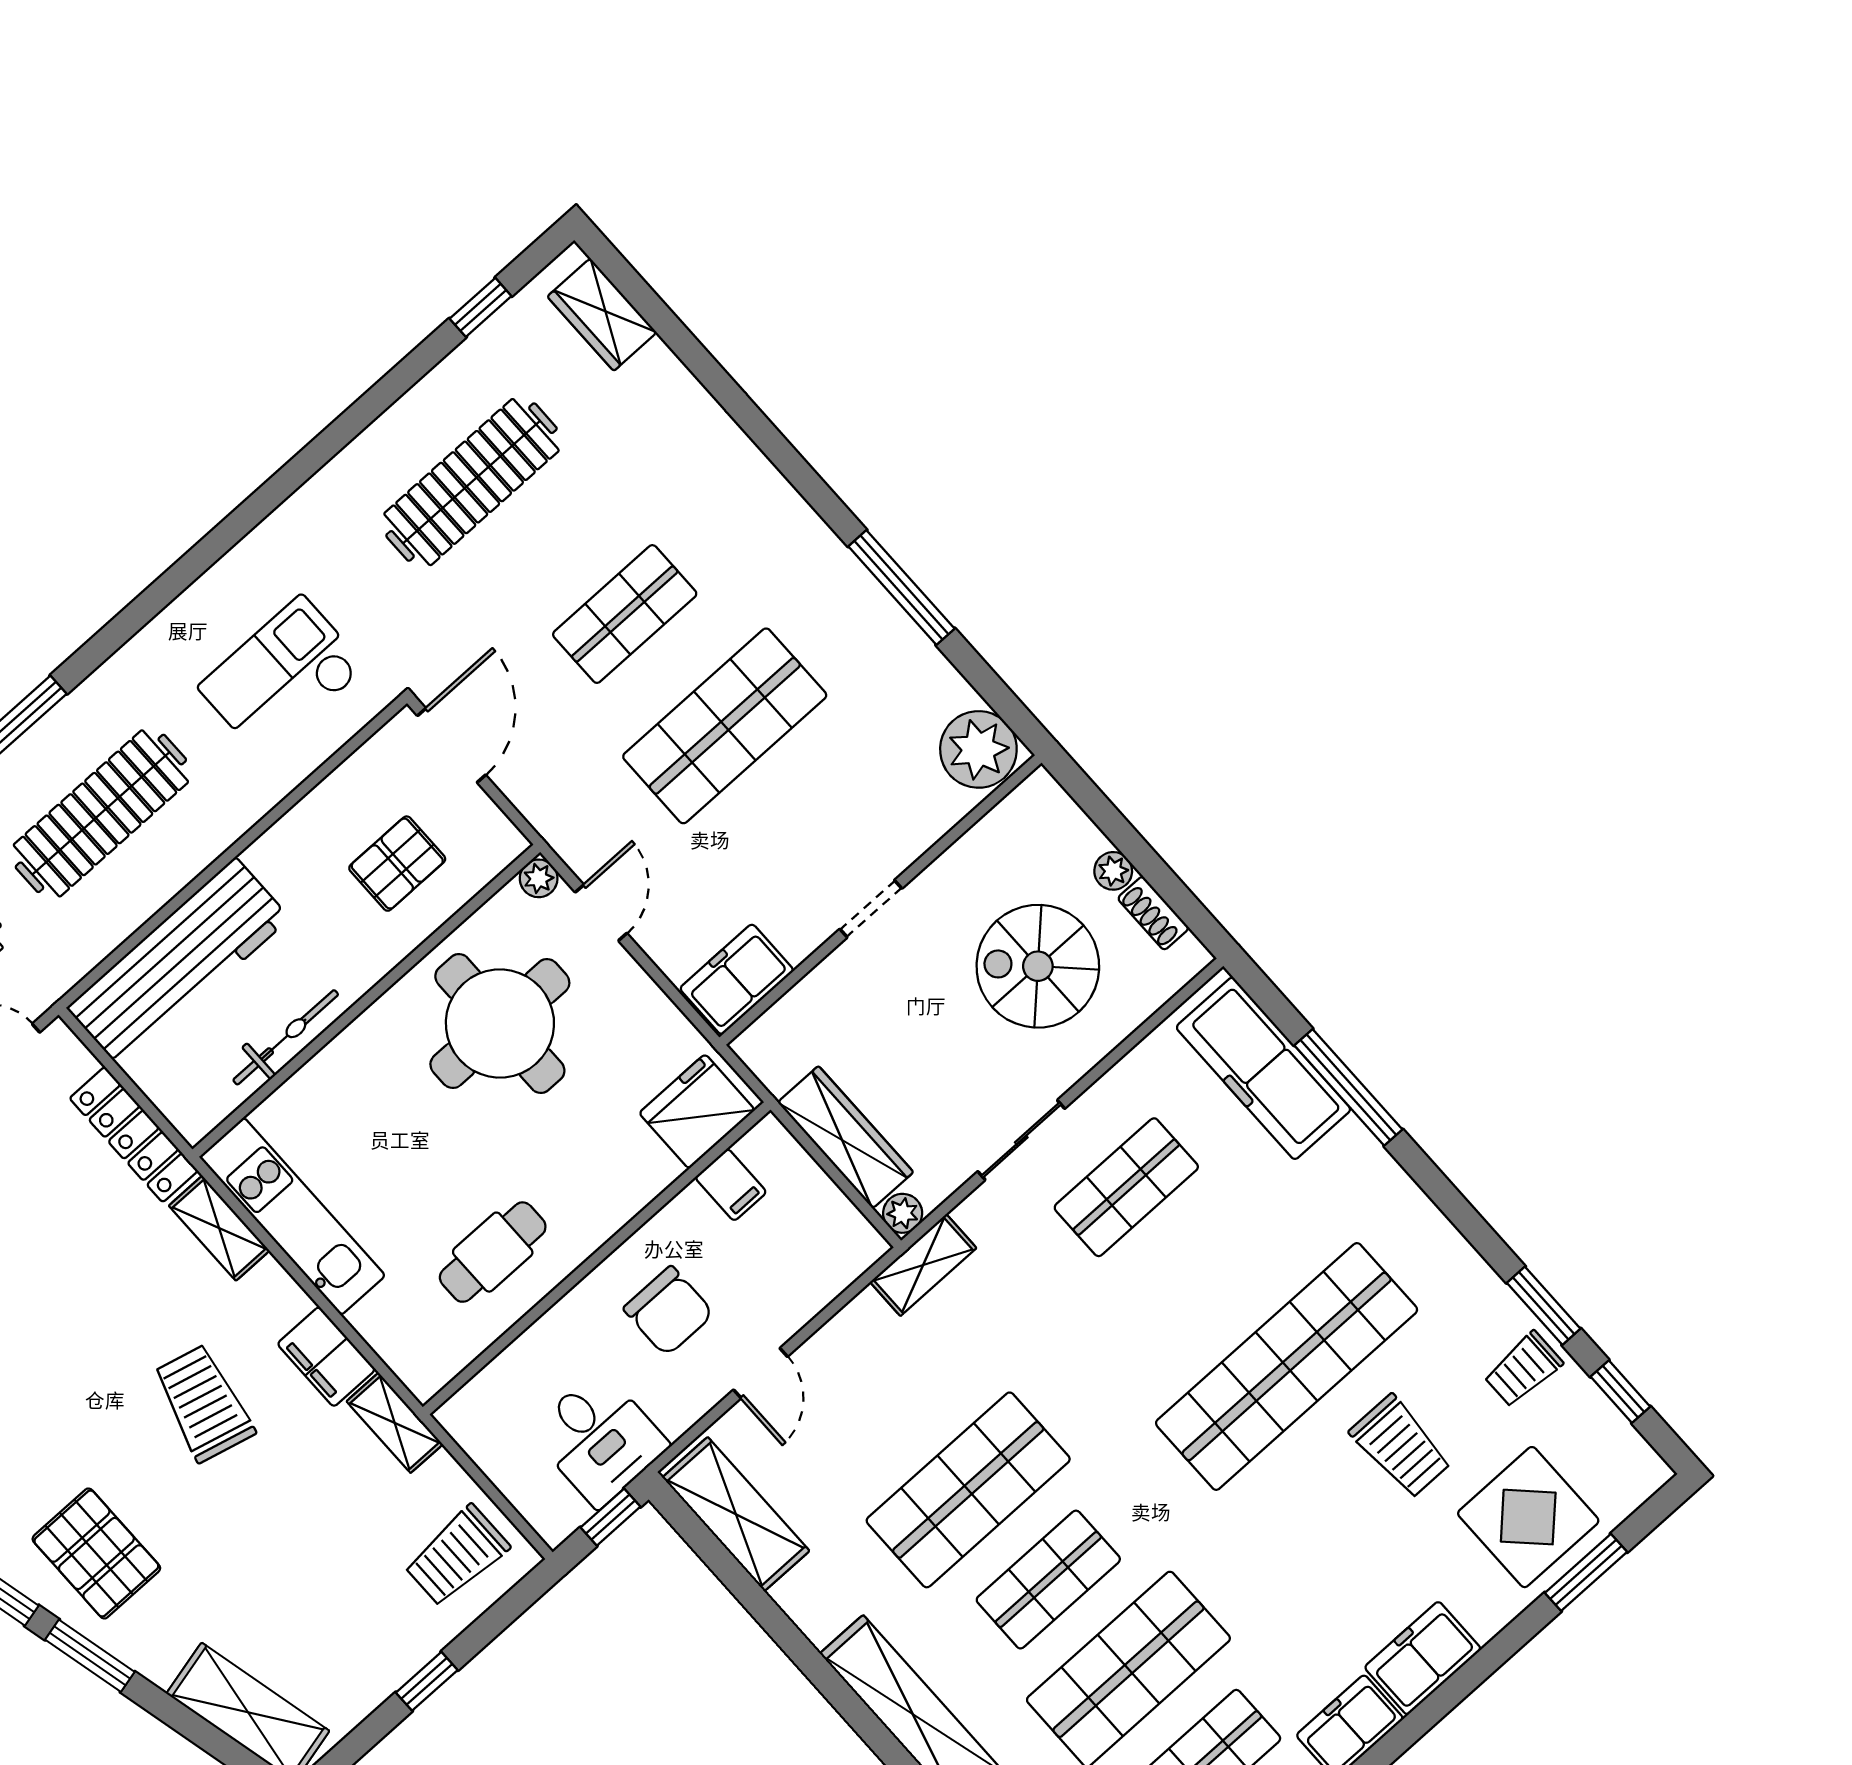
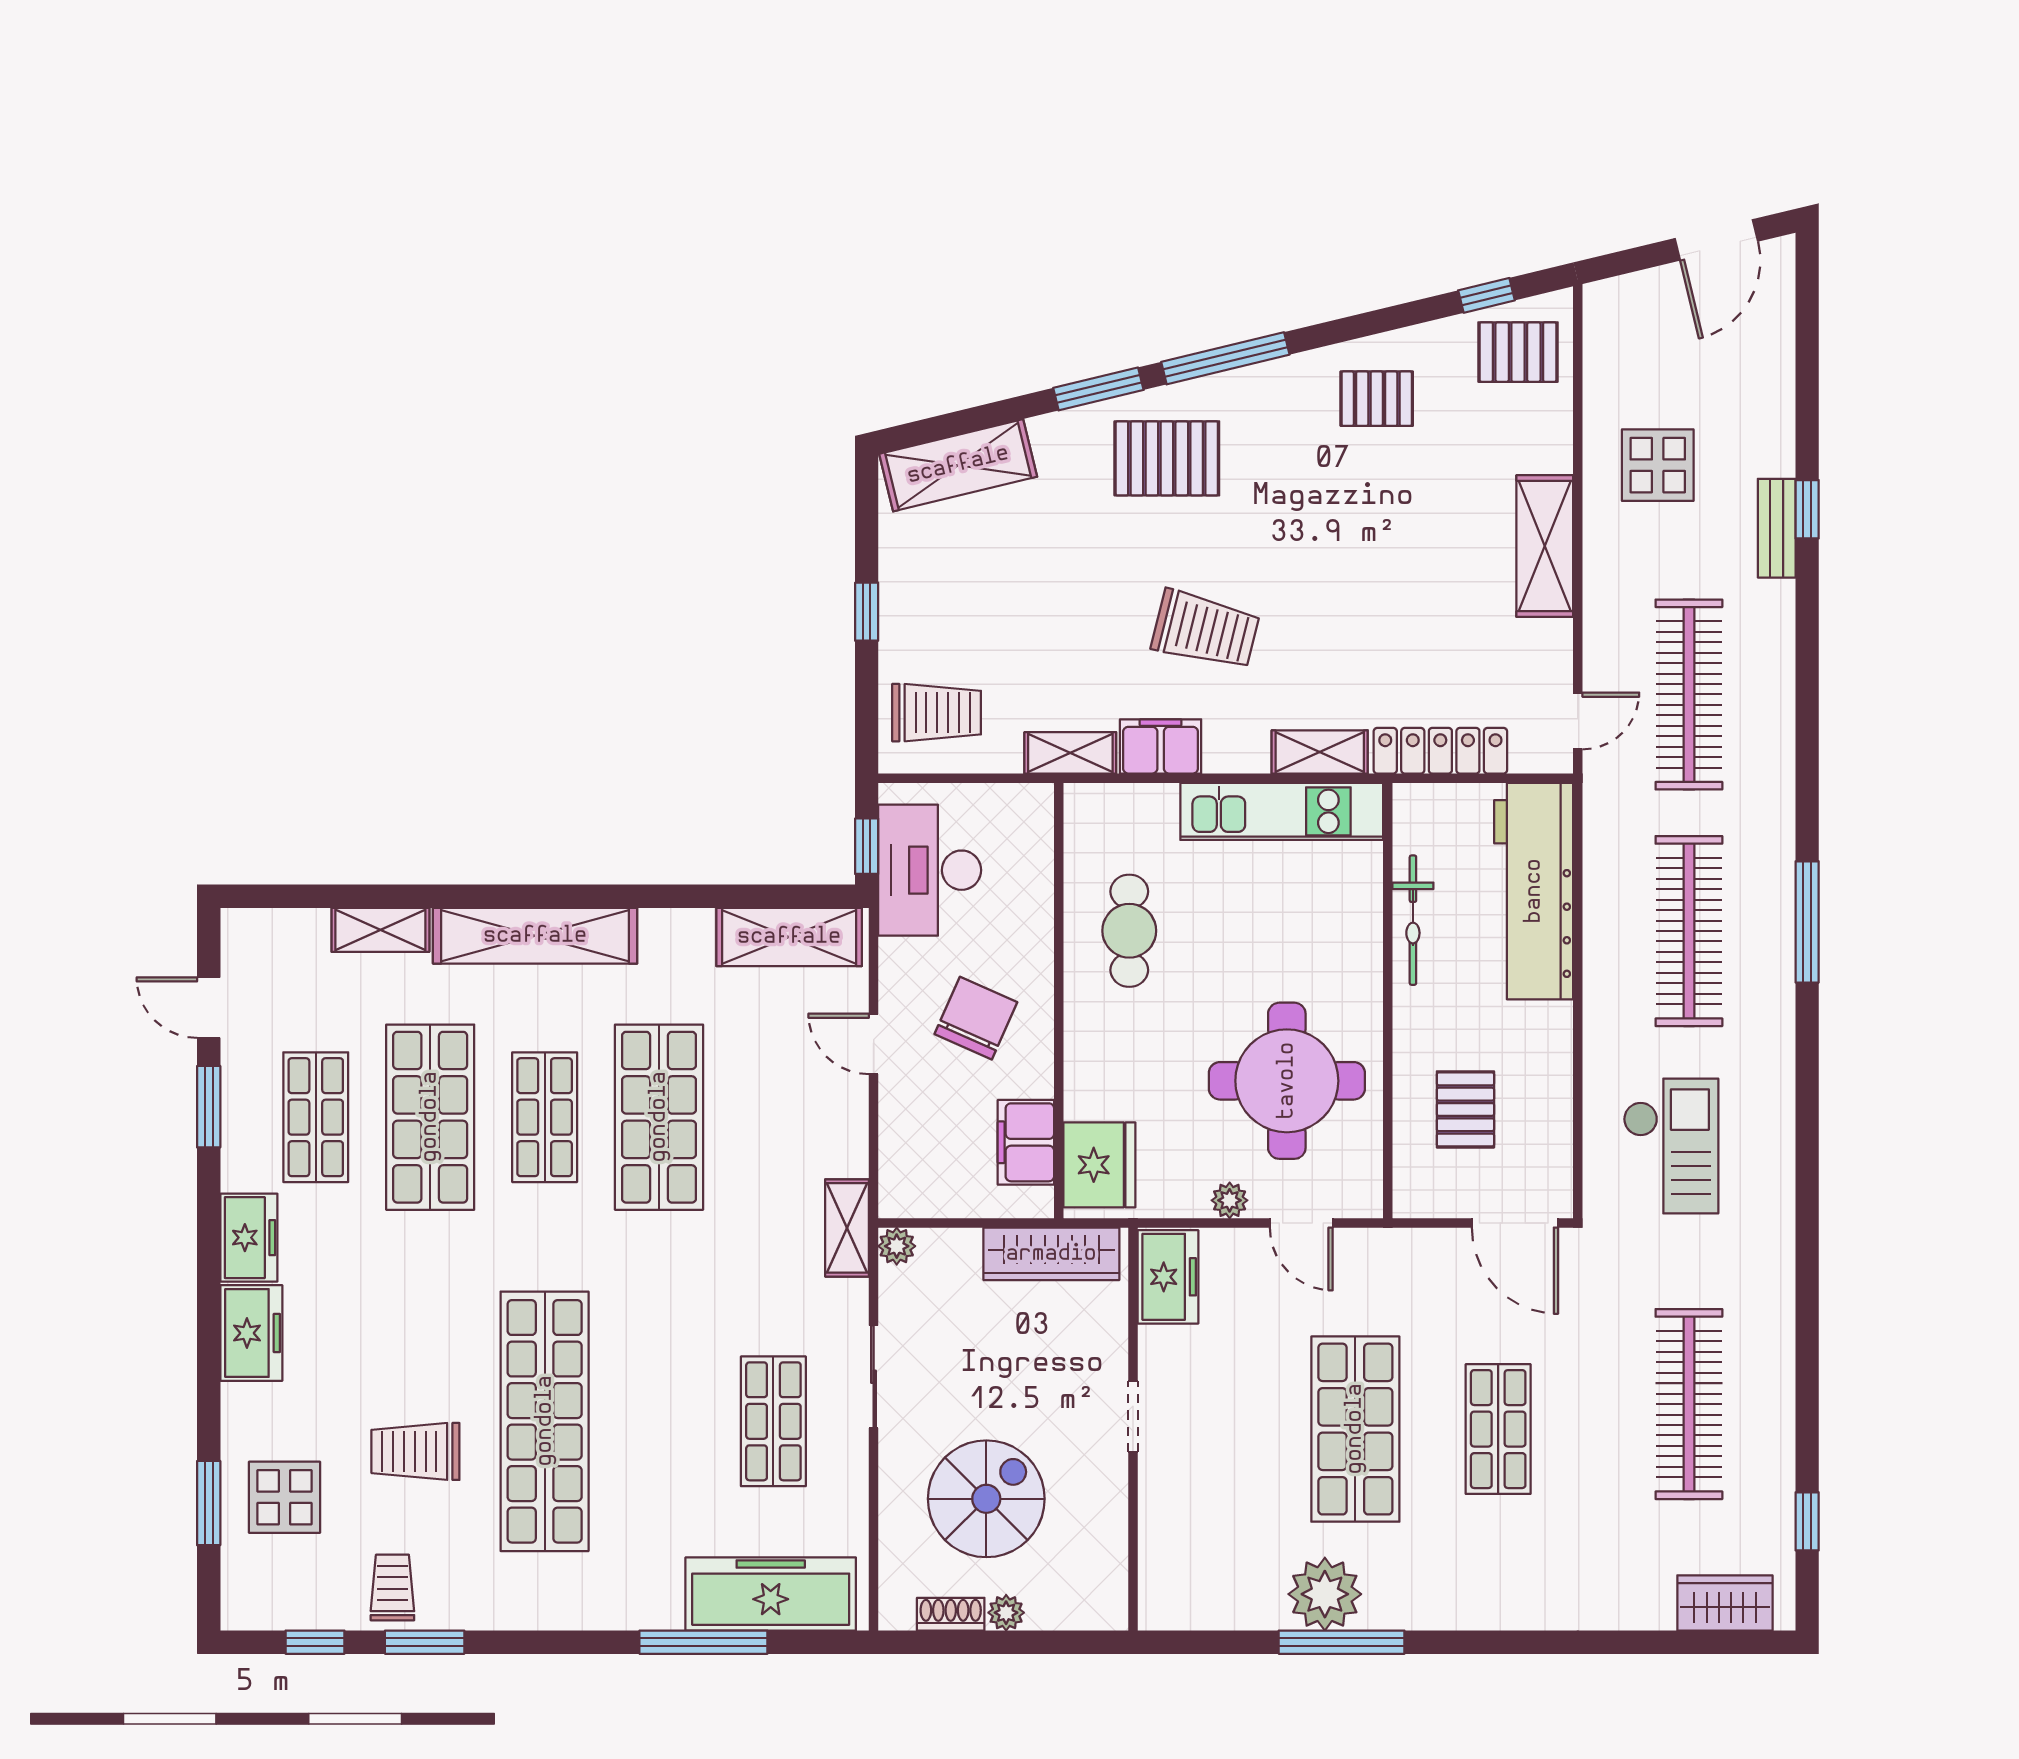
plant: (978, 749) -> (1325, 1594), moved
plant: (539, 878) -> (1230, 1200), moved
wardrobe: (845, 1137) -> (1051, 1254), moved
filing cabinet: (731, 1185) -> (1026, 1142), width x2.00
chair: (669, 1311) -> (976, 1018), turned 114
desk: (599, 1438) -> (930, 870), width x1.37
display table: (1528, 1517) -> (284, 1497), width x0.73, depth x0.73
trolley: (457, 1556) -> (937, 713), turned 90

